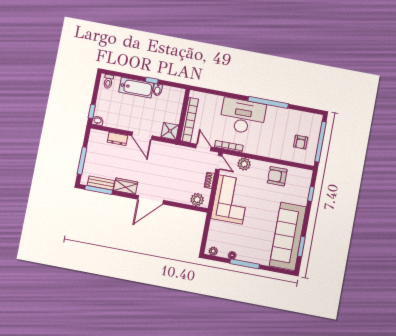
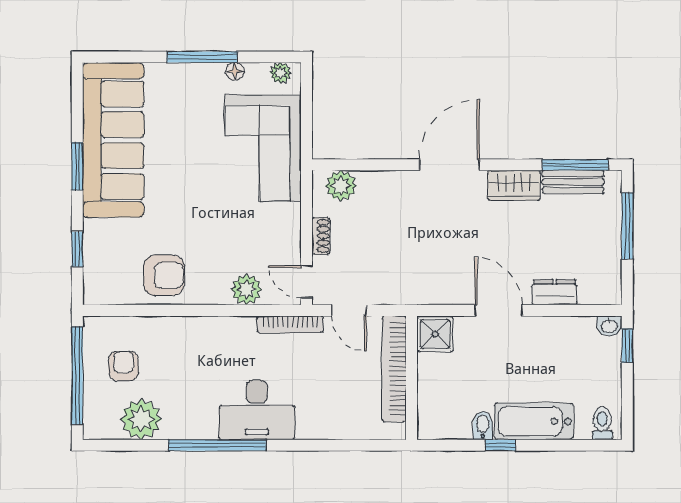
desk: (243, 116) -> (257, 410), width x0.73, depth x0.77
plant: (297, 119) -> (141, 419), added
corner sofa: (230, 199) -> (263, 148), moved
window: (301, 247) -> (77, 166), moved

